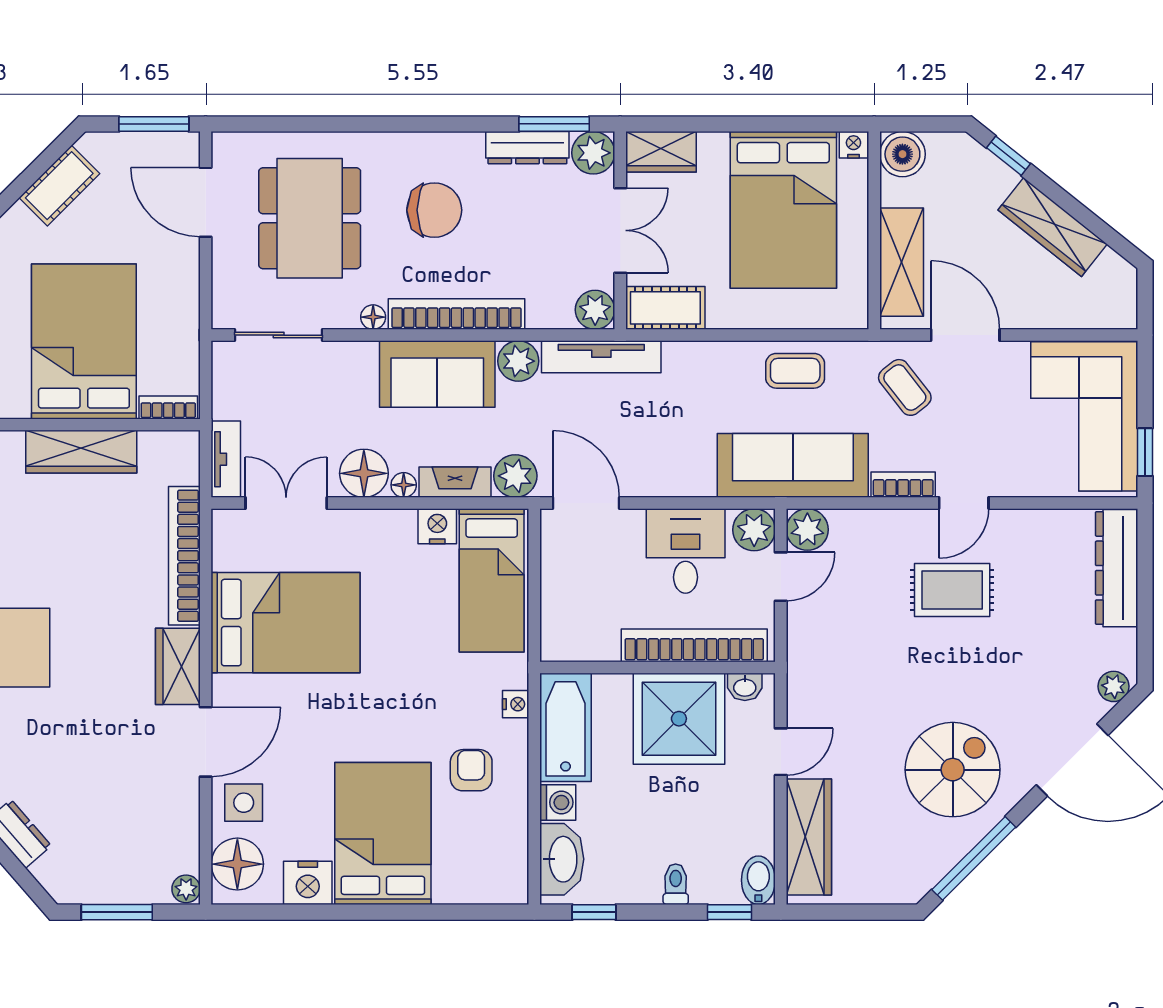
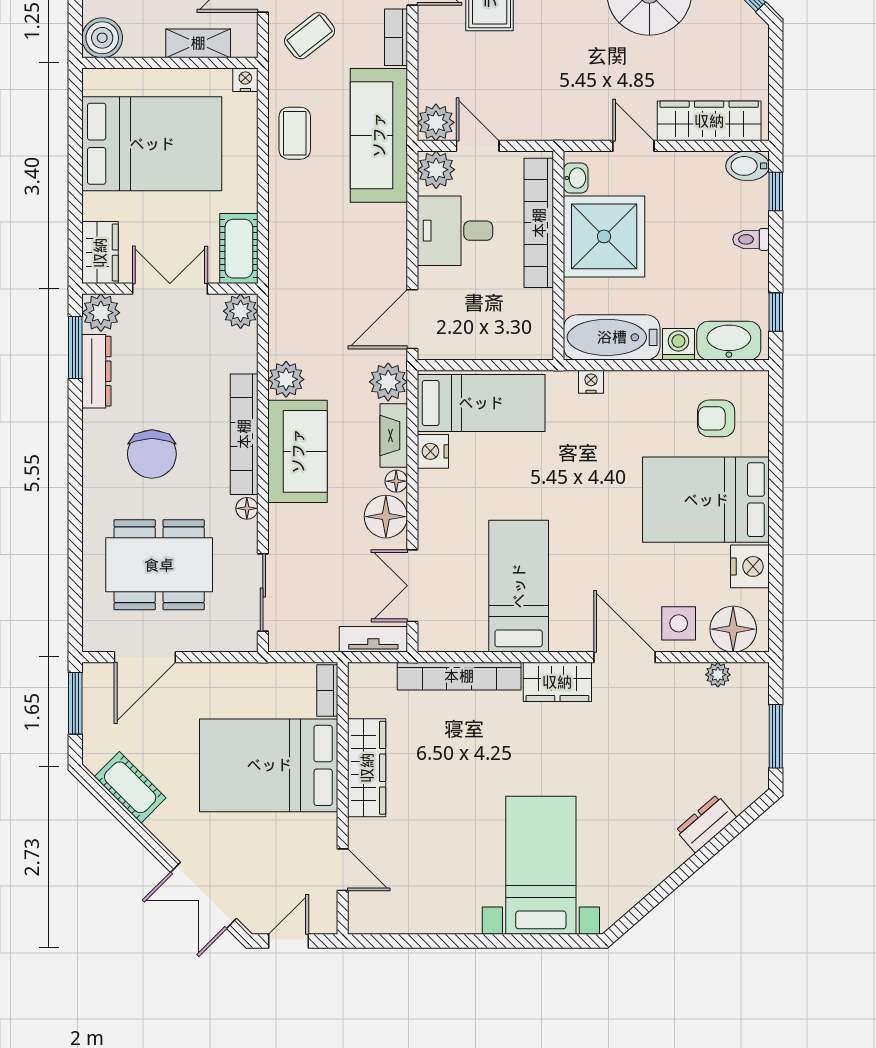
nightstand: (853, 145) -> (245, 80), moved, turned 90
chair: (434, 210) -> (152, 454), turned 180
shelving: (902, 262) -> (198, 43), width x0.67, depth x0.75
tv unit: (601, 357) -> (282, 306), removed
bed: (286, 623) -> (519, 586), width x0.67
armchair: (471, 770) -> (716, 418), moved
plant: (186, 889) -> (718, 675), moved

